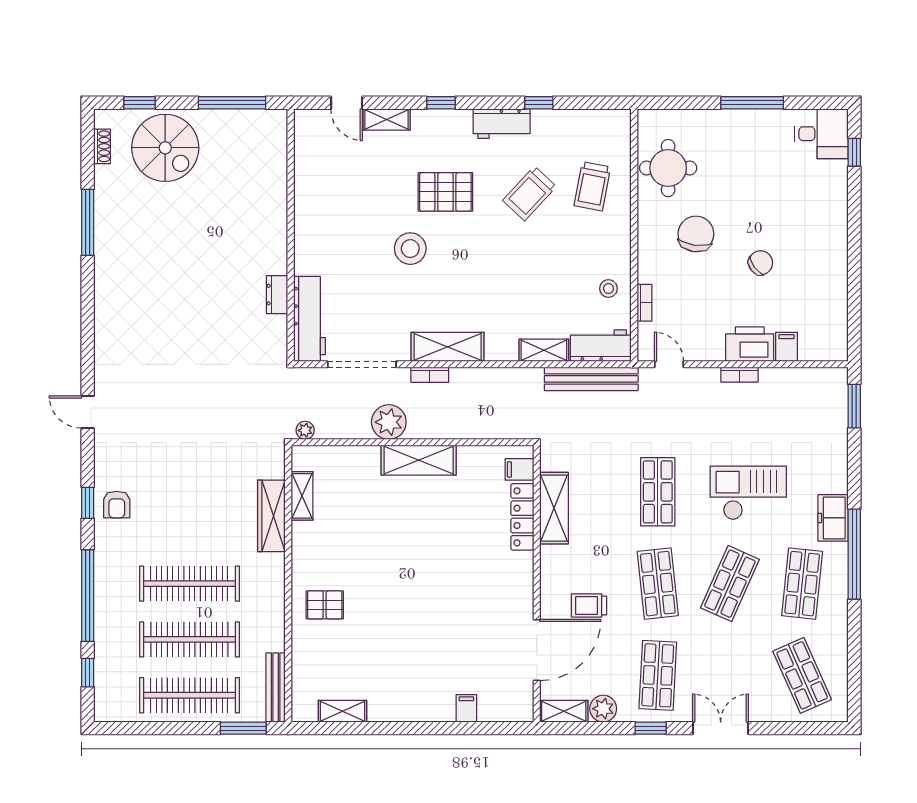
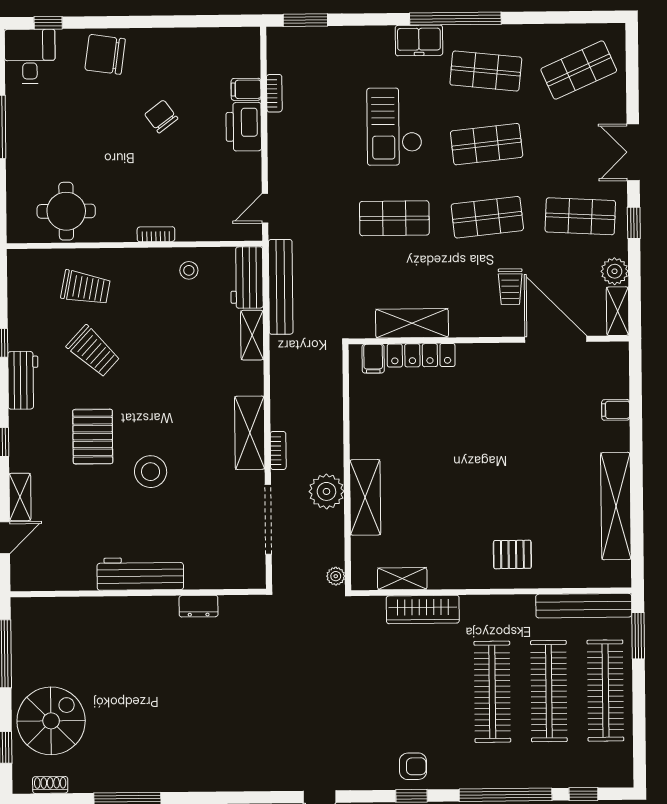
chair: (696, 234) -> (105, 54), moved
bookcase: (644, 303) -> (156, 234), moved
workbench: (309, 319) -> (140, 574), moved
bookcase: (739, 375) -> (274, 93), moved
shelving: (419, 460) -> (365, 497), moved
shop shelf: (730, 584) -> (487, 144), turned -30
pallet: (325, 605) -> (512, 554), turned 90
bench: (276, 687) -> (584, 606), width x1.37, depth x1.21
shelving: (342, 711) -> (616, 506), width x2.20, depth x1.33

